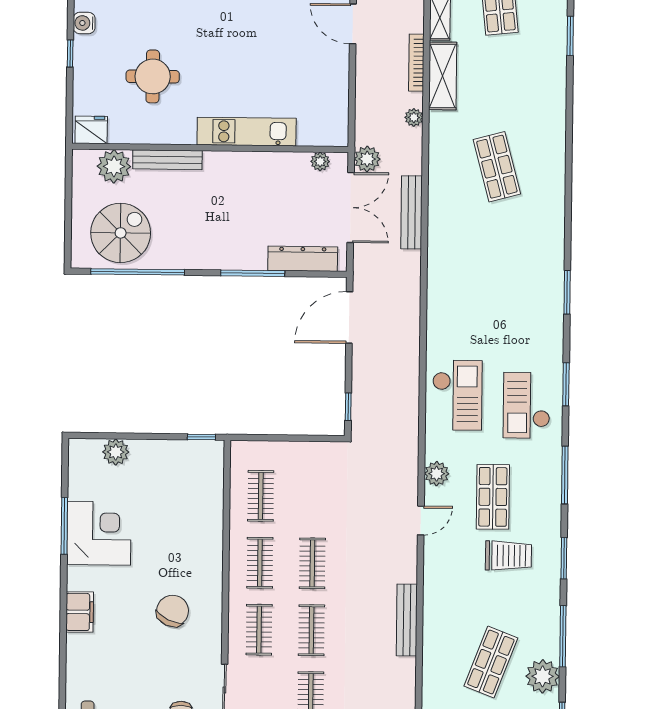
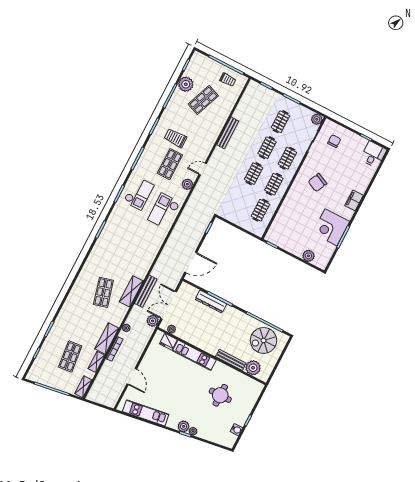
fridge: (91, 130) -> (168, 342), moved
shelving: (441, 197) -> (131, 291), added
dresser: (303, 259) -> (211, 302), moved

